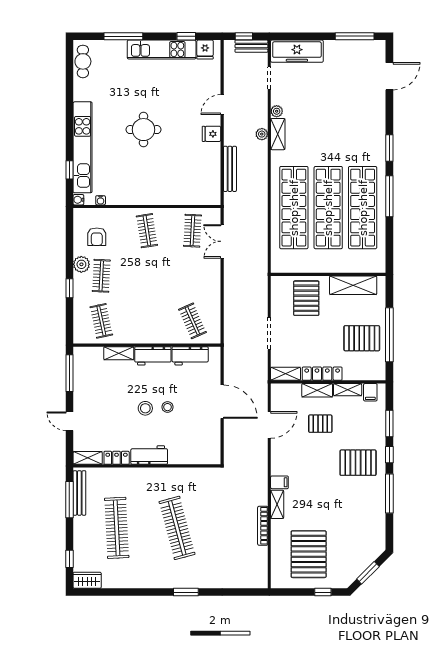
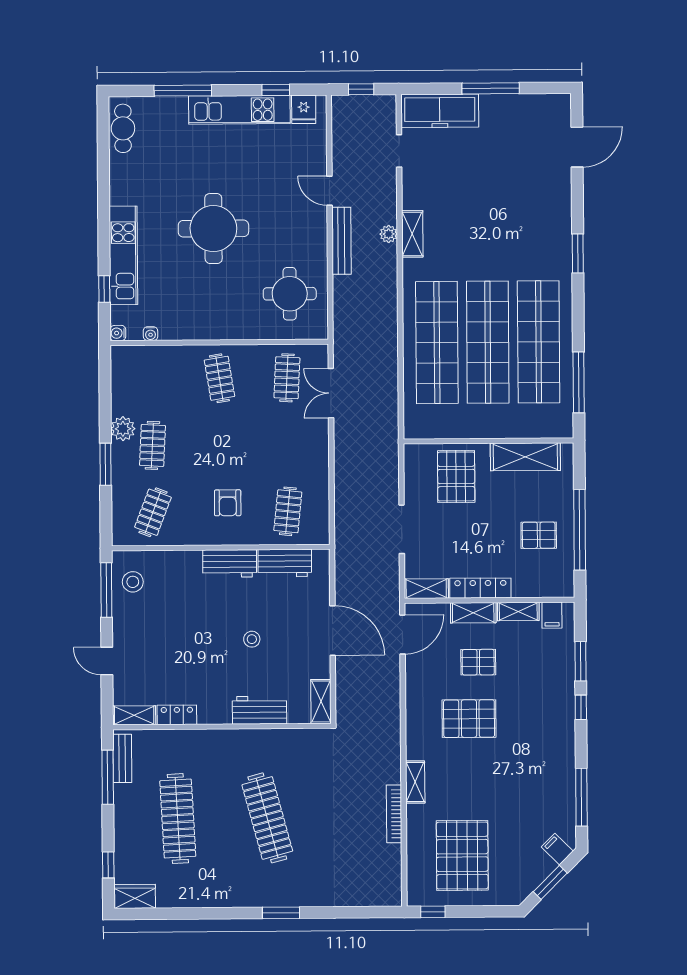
window: (355, 36) -> (491, 88), moved
bench: (251, 46) -> (372, 104), removed
door: (222, 105) -> (329, 191), hinge flipped
plant: (277, 111) -> (410, 200), removed
round table: (143, 130) -> (213, 229), width x1.36, depth x1.36
fridge: (211, 134) -> (314, 234), removed
kitchen unit: (83, 147) -> (123, 255), width x0.73
bench: (230, 169) -> (341, 241), moved
round table: (195, 174) -> (290, 294), added
window: (389, 196) -> (579, 382), moved
armchair: (97, 237) -> (228, 503), moved
window: (69, 288) -> (105, 464), width x1.50
clothes rail: (101, 321) -> (153, 512), turned 33
clothes rail: (192, 321) -> (288, 511), turned 30
pallet: (362, 338) -> (539, 535), width x0.67, depth x0.71
shelving: (119, 353) -> (321, 701), moved, turned 90
stool: (145, 408) -> (133, 582), moved
door: (269, 425) -> (402, 635), moved
workbench: (149, 455) -> (260, 710), moved
pallet: (358, 463) -> (469, 719), moved
filing cabinet: (279, 482) -> (557, 849), moved, turned -135
bench: (79, 493) -> (122, 758), width x0.73
window: (389, 494) -> (581, 797), moved
window: (323, 592) -> (433, 912), moved

